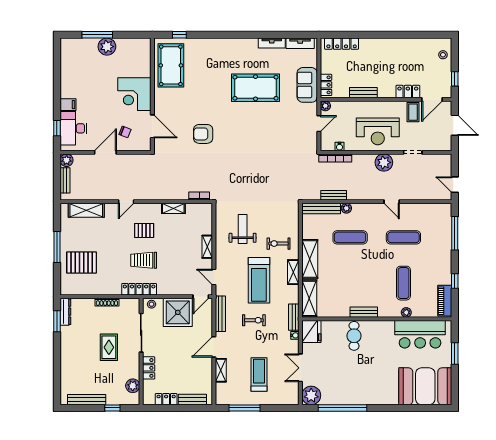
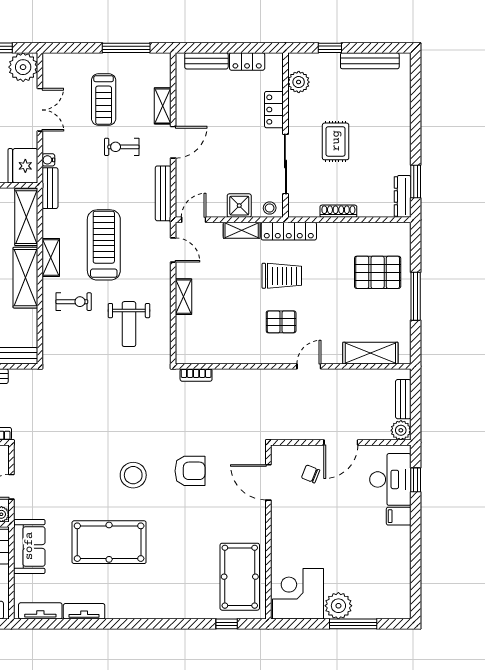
corner desk: (134, 94) -> (298, 594), moved, turned -90
stool: (240, 131) -> (133, 475), added
shelving: (173, 208) -> (242, 230), moved
shower: (178, 312) -> (239, 206), width x0.54, depth x0.54
exercise bike: (254, 320) -> (122, 147), moved

